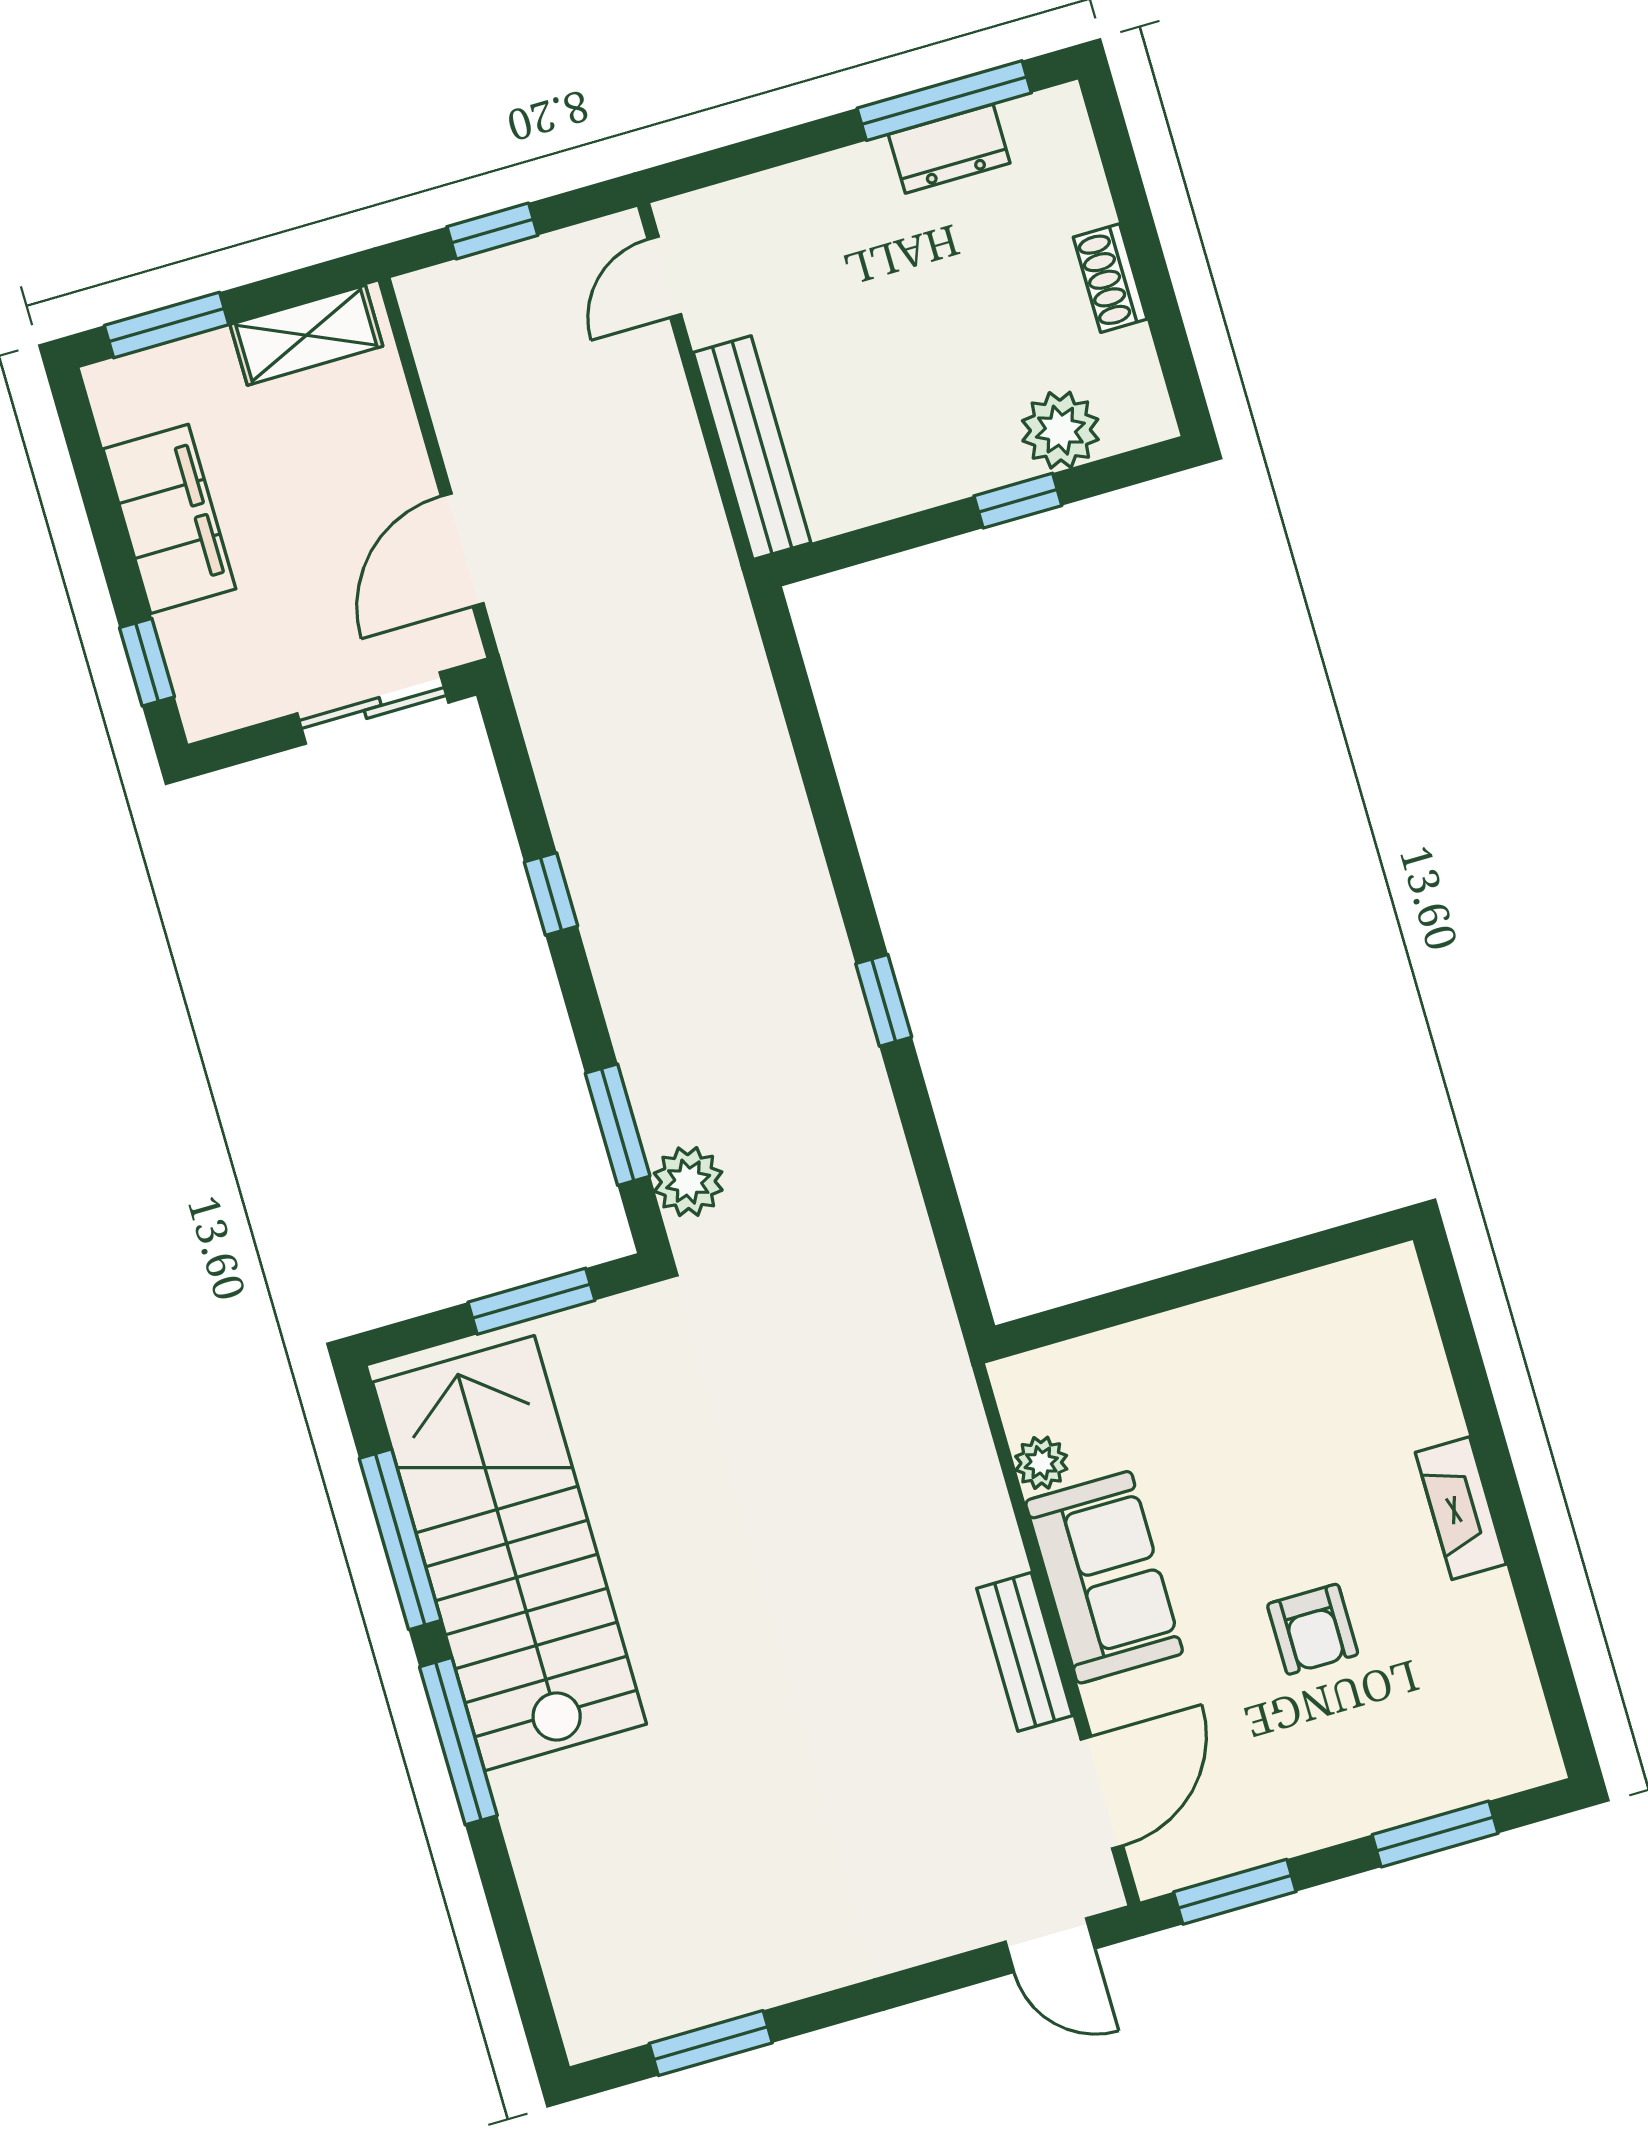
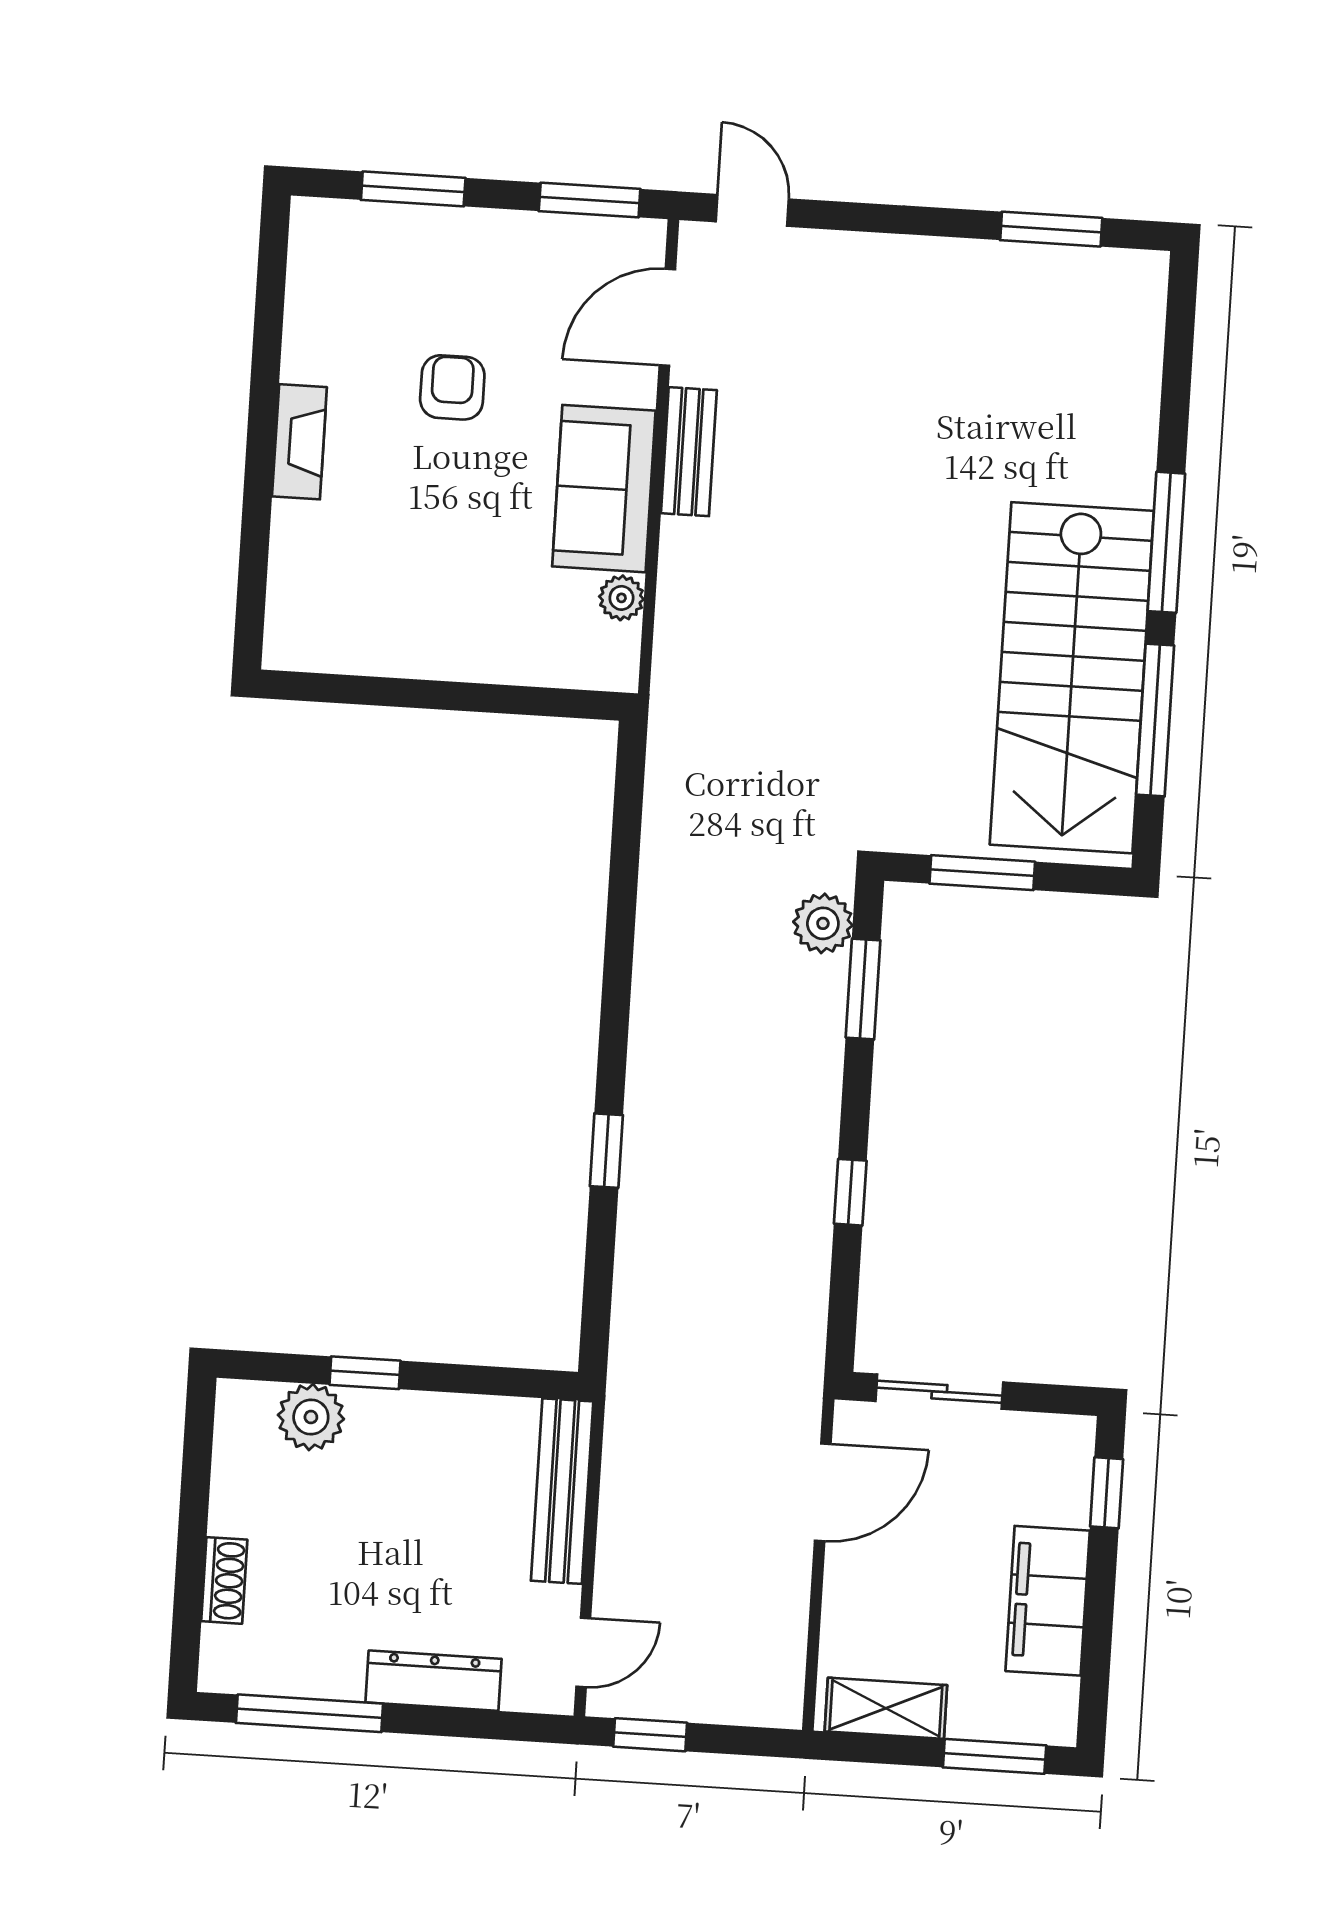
dresser: (949, 149) -> (433, 1681), moved, width x1.44
window: (492, 231) -> (650, 1735), moved
shoe rack: (1110, 278) -> (224, 1580), moved
window: (884, 1000) -> (606, 1151), moved

